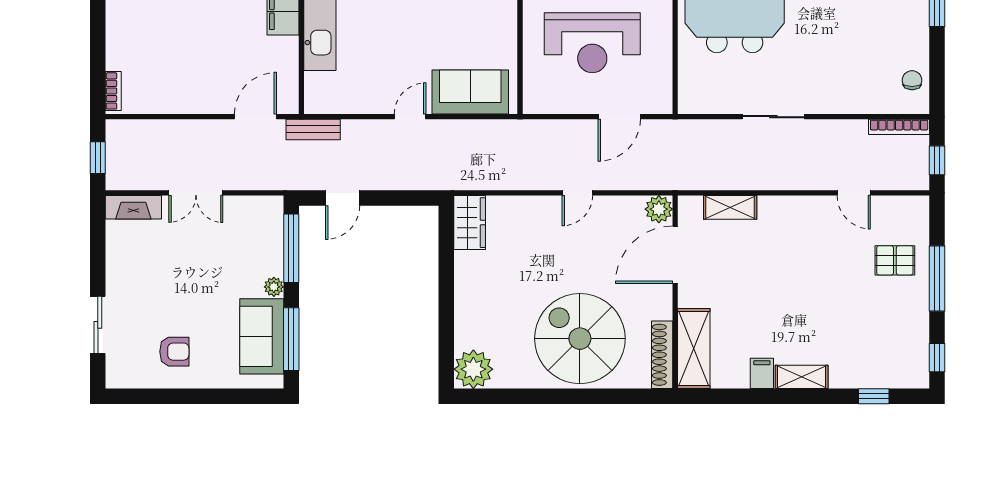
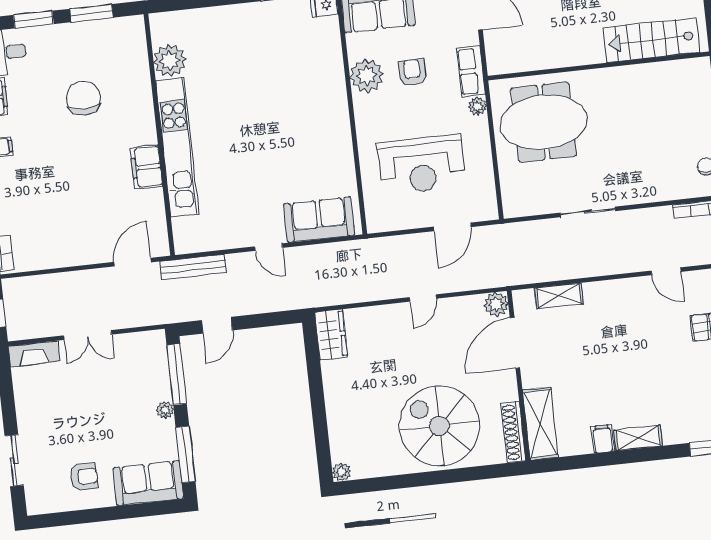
door: (410, 117) -> (269, 247), swing flipped
bench: (313, 129) -> (193, 267), width x1.36
sofa: (262, 336) -> (148, 483), moved, turned 90
plant: (473, 369) -> (342, 472), width x0.53, depth x0.53

